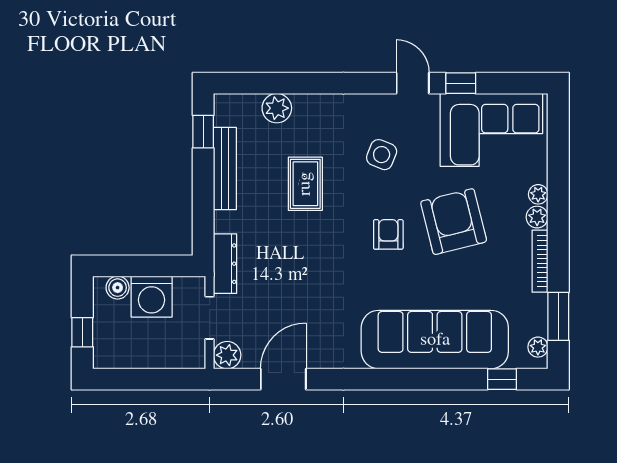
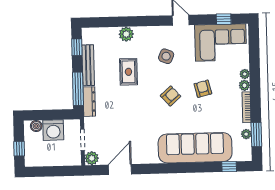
window: (461, 83) -> (224, 19), moved
plant: (277, 108) -> (126, 34), moved
window: (203, 215) -> (78, 89), added
armchair: (454, 222) -> (203, 89), width x0.53, depth x0.53
armchair: (388, 234) -> (171, 96), turned 48
dresser: (225, 264) -> (89, 102), moved
plant: (538, 347) -> (246, 134), moved

